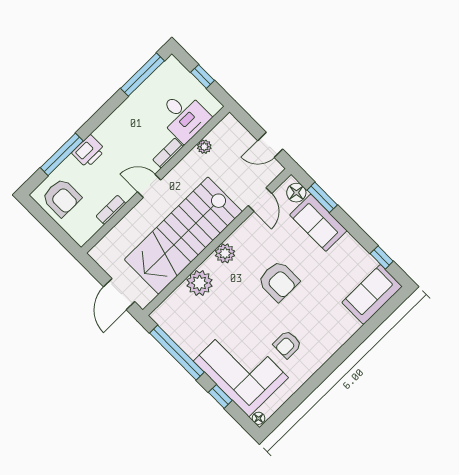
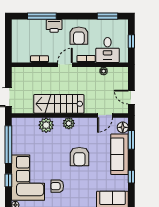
window: (142, 75) -> (108, 16), width x0.69
door: (149, 186) -> (65, 65), hinge flipped
armchair: (62, 198) -> (79, 36), moved
sofa: (318, 223) -> (120, 154), width x1.36
stairs: (183, 236) -> (59, 104), width x0.73, depth x0.66
window: (382, 257) -> (131, 177), moved

